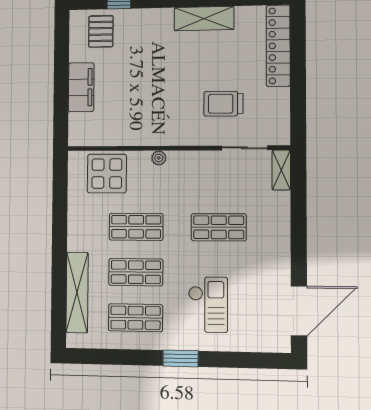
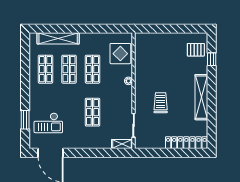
shelving: (204, 19) -> (201, 97), width x1.47
filing cabinet: (81, 87) -> (166, 39), removed
trolley: (223, 104) -> (161, 103), moved
checkout: (208, 305) -> (48, 123), moved
window: (180, 358) -> (25, 120), moved

